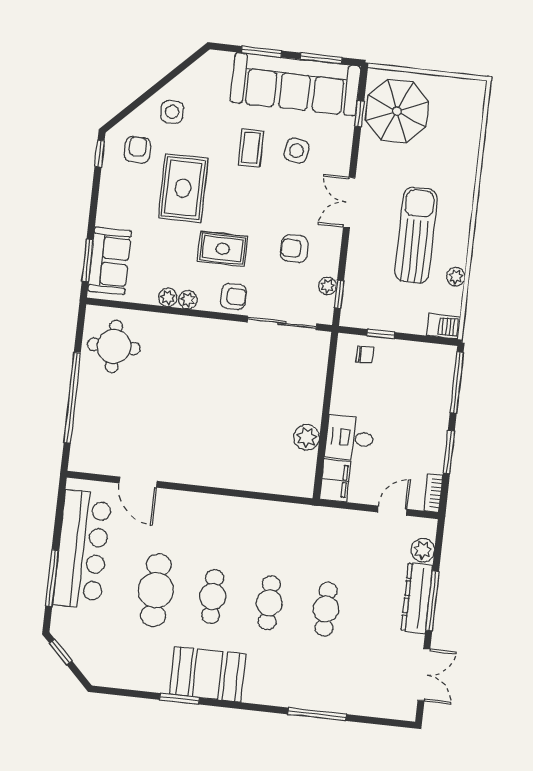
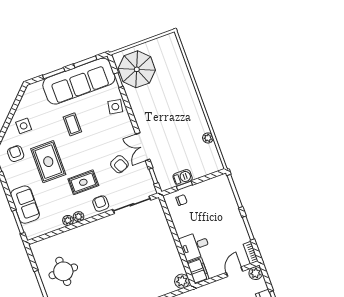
side table: (297, 151) -> (115, 107), moved
double door: (349, 202) -> (143, 147), moved
sun lounger: (416, 235) -> (177, 127), removed
armchair: (294, 249) -> (119, 164), turned -114
sofa: (110, 261) -> (25, 205), moved
plant: (328, 286) -> (146, 175), removed
armchair: (233, 296) -> (101, 204), turned -90
barbecue: (444, 326) -> (183, 177), moved
round table: (114, 346) -> (63, 271), moved
plant: (307, 437) -> (182, 281), moved
plant: (423, 550) -> (256, 273), moved

